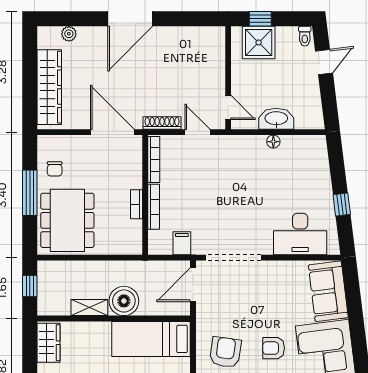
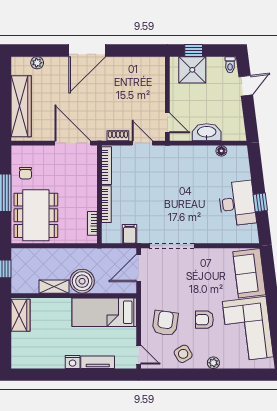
shoe rack: (162, 123) -> (118, 136), width x0.70
floor lamp: (273, 142) -> (221, 151), moved
bookcase: (136, 204) -> (92, 223), moved
desk: (300, 234) -> (237, 203), moved, turned -97

